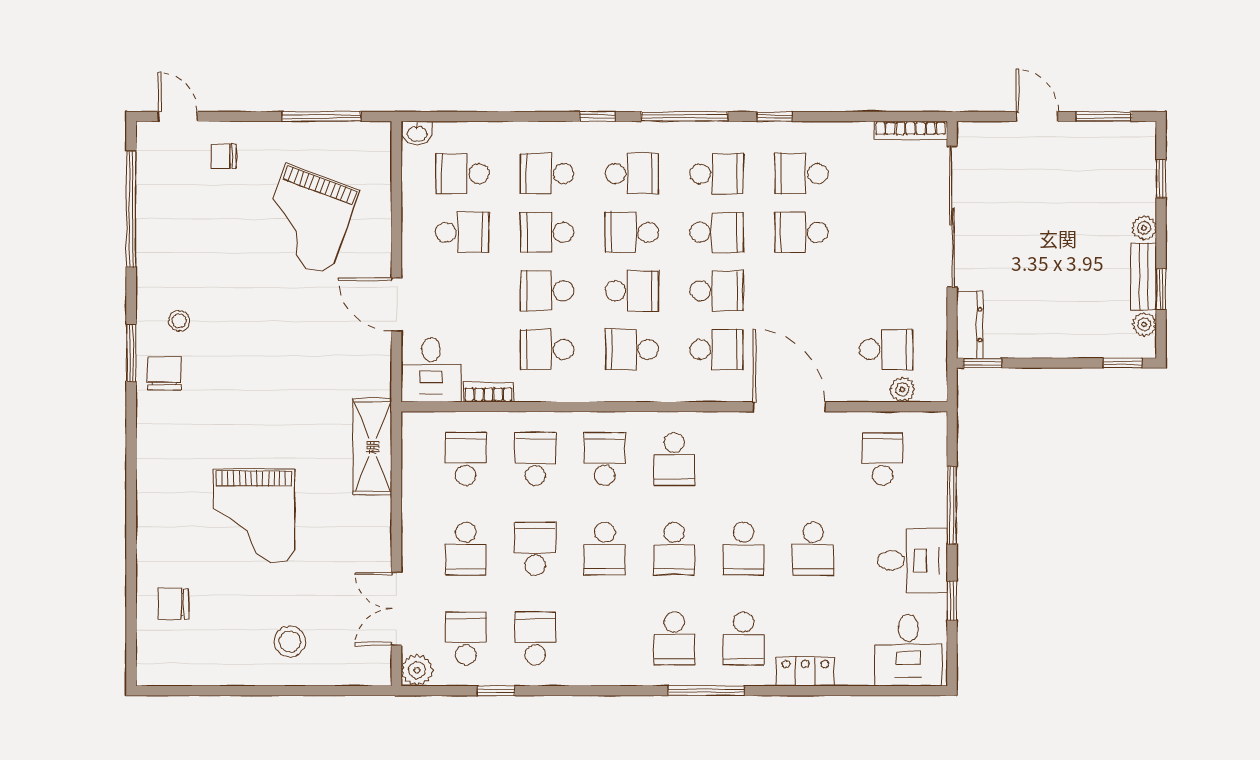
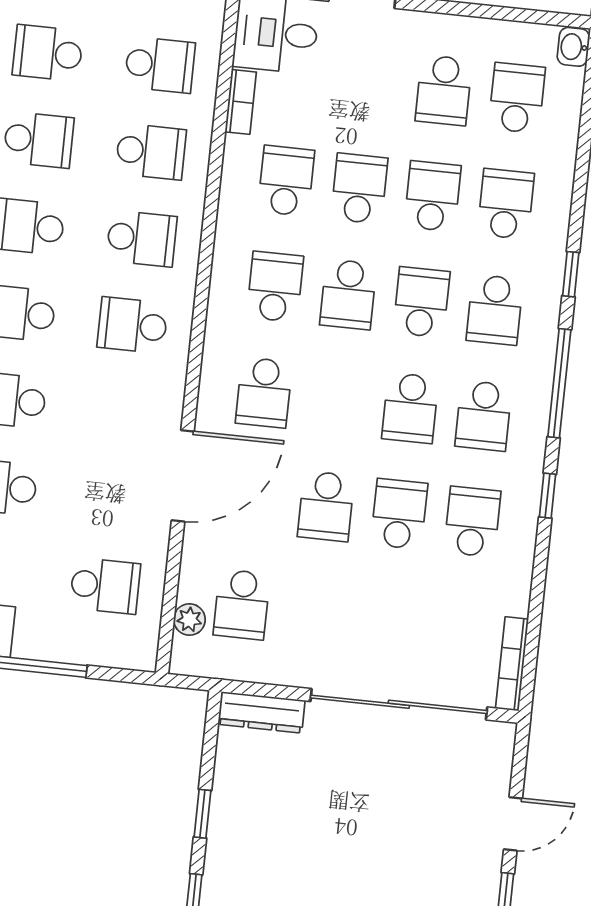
school desk: (717, 291) -> (326, 506), moved
window: (982, 363) -> (202, 814), moved

